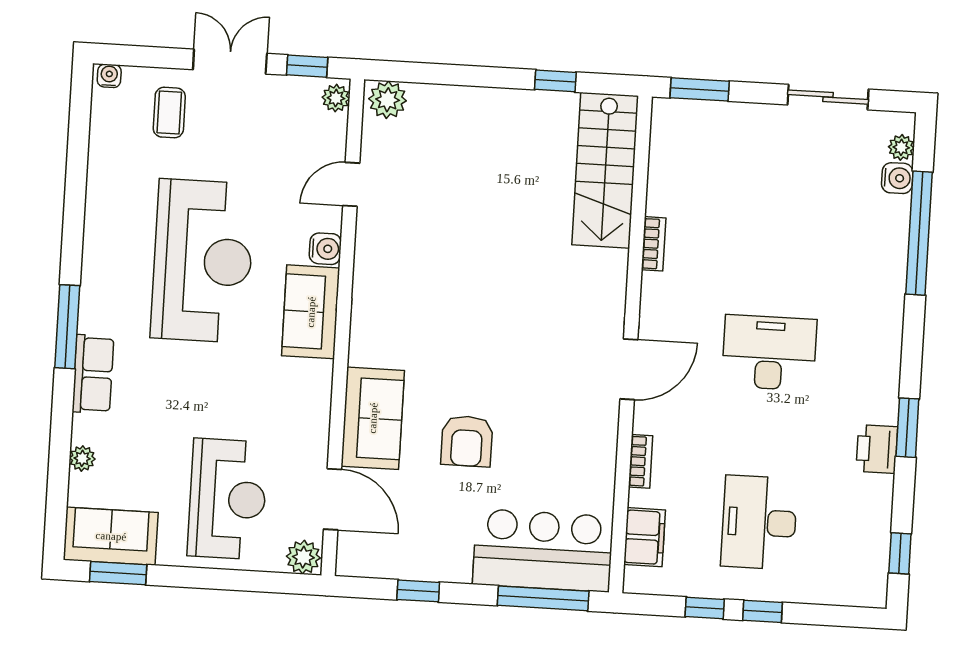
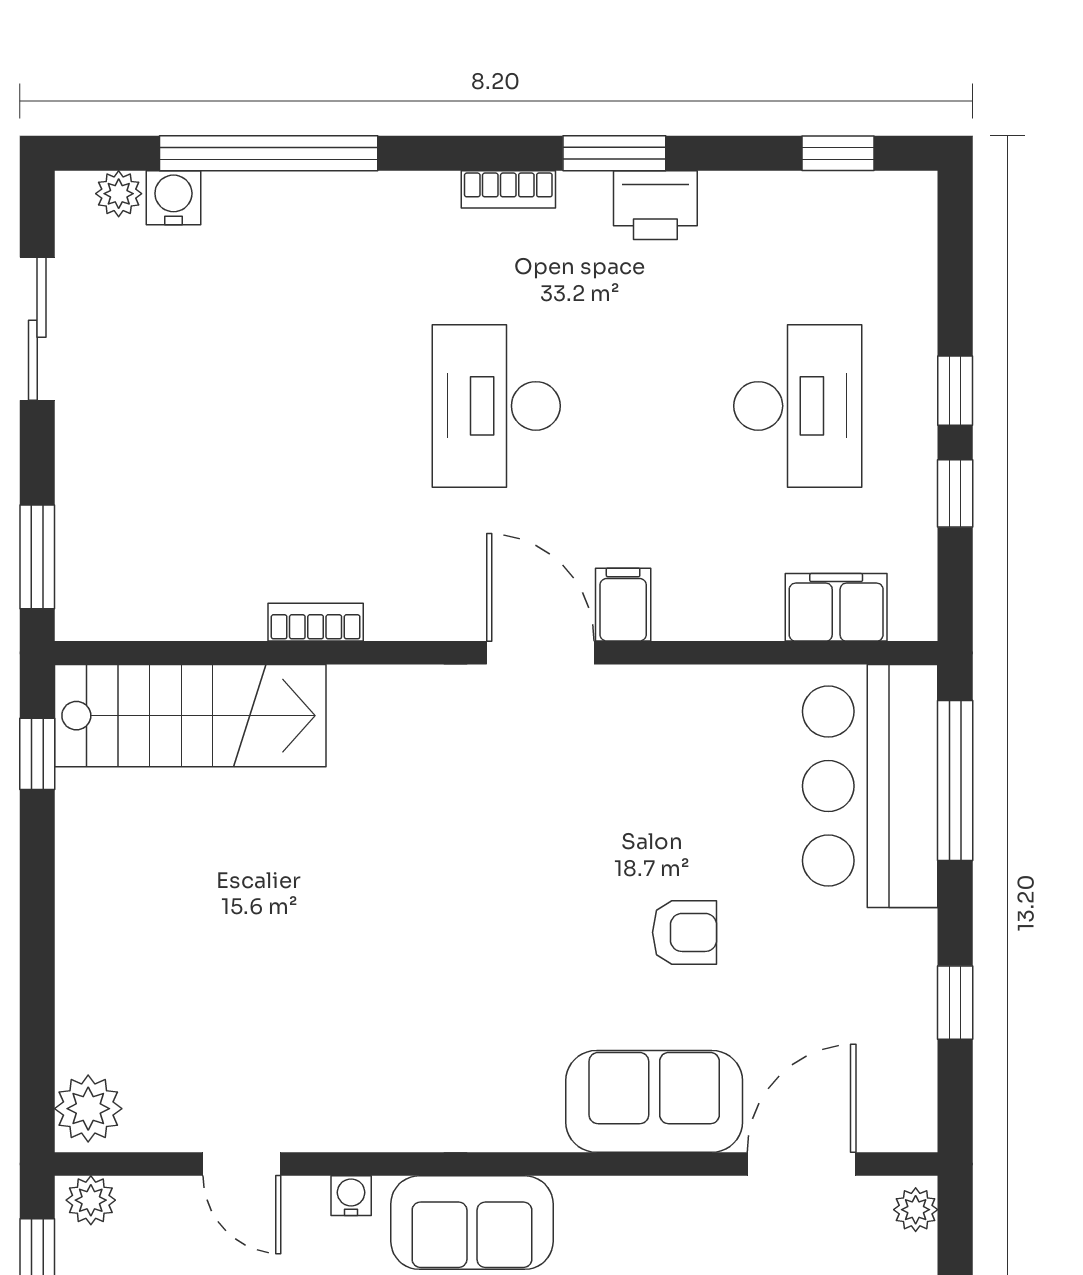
window: (555, 81) -> (37, 754), moved
water cooler: (325, 249) -> (351, 1196), width x0.72, depth x0.72
filing cabinet: (653, 417) -> (623, 605), added
armchair: (467, 441) -> (685, 932), width x0.72, depth x0.72
bookcase: (641, 461) -> (508, 189), moved, turned 180
desk: (759, 522) -> (798, 406), turned -90
plant: (303, 557) -> (916, 1210), width x0.73, depth x0.73

